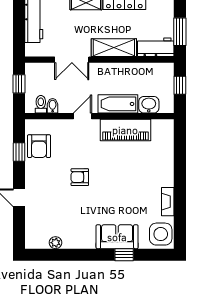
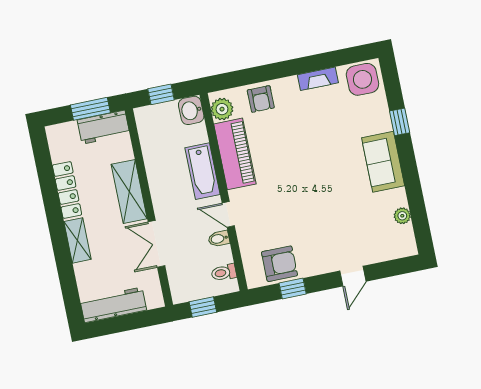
workbench: (156, 47) -> (104, 127), moved, turned -90
double door: (72, 60) -> (156, 244), swing flipped
washbasin: (149, 105) -> (191, 110), moved
bidet: (53, 106) -> (219, 239), moved
plant: (160, 127) -> (222, 109), added
armchair: (80, 177) -> (261, 99), moved
sofa: (117, 237) -> (383, 162), moved

